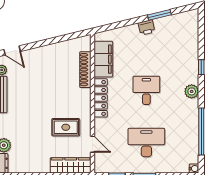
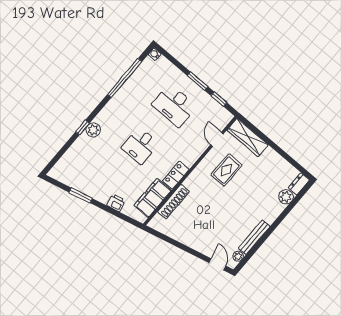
printer: (147, 27) -> (116, 203), moved
plant: (192, 91) -> (93, 130), moved
locker: (101, 98) -> (176, 175), width x0.66
rug: (66, 127) -> (226, 170), turned 90

